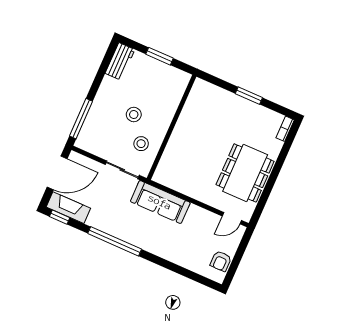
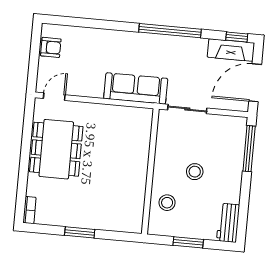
stool: (141, 144) -> (167, 203), moved
armchair: (221, 261) -> (51, 47), turned 90

